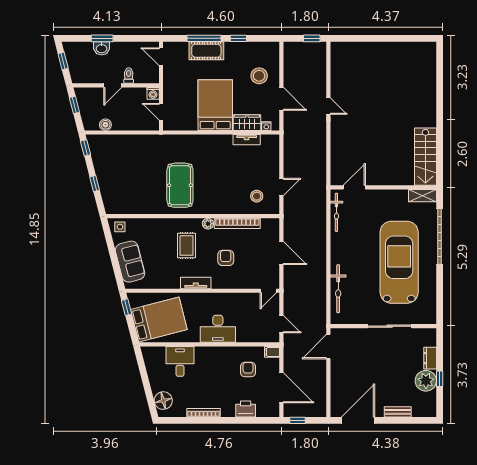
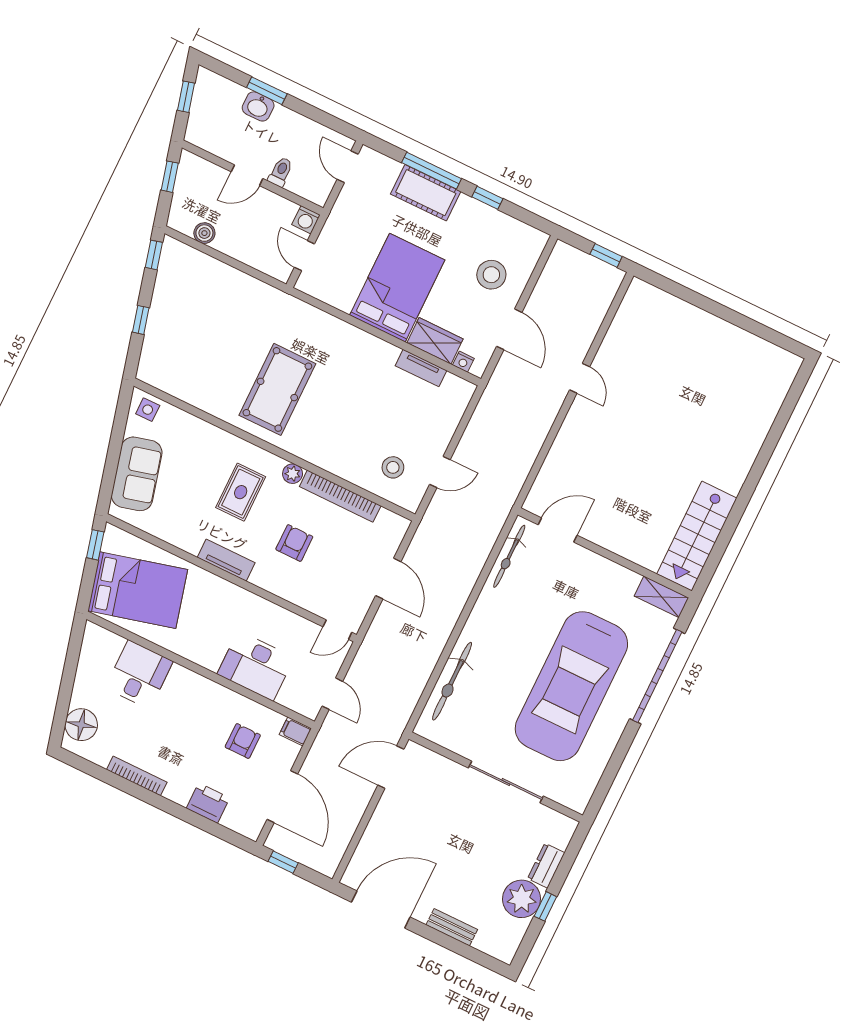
car: (399, 262) -> (571, 686), turned 180
desk: (218, 329) -> (256, 666), moved

